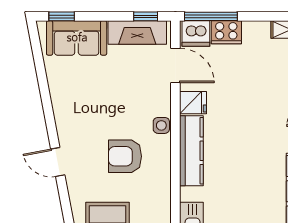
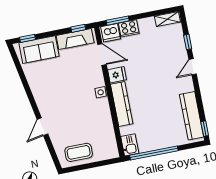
window: (211, 16) -> (118, 21), width x0.69
armchair: (125, 156) -> (82, 115), removed
door: (58, 162) -> (42, 127), hinge flipped

